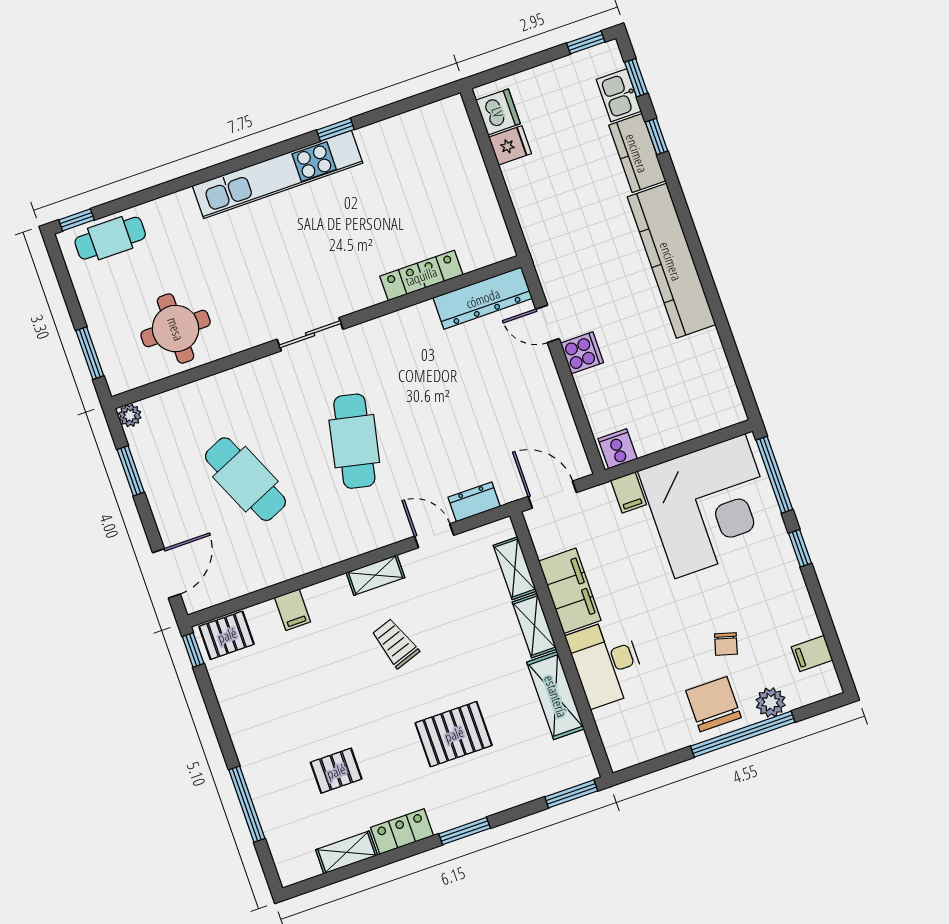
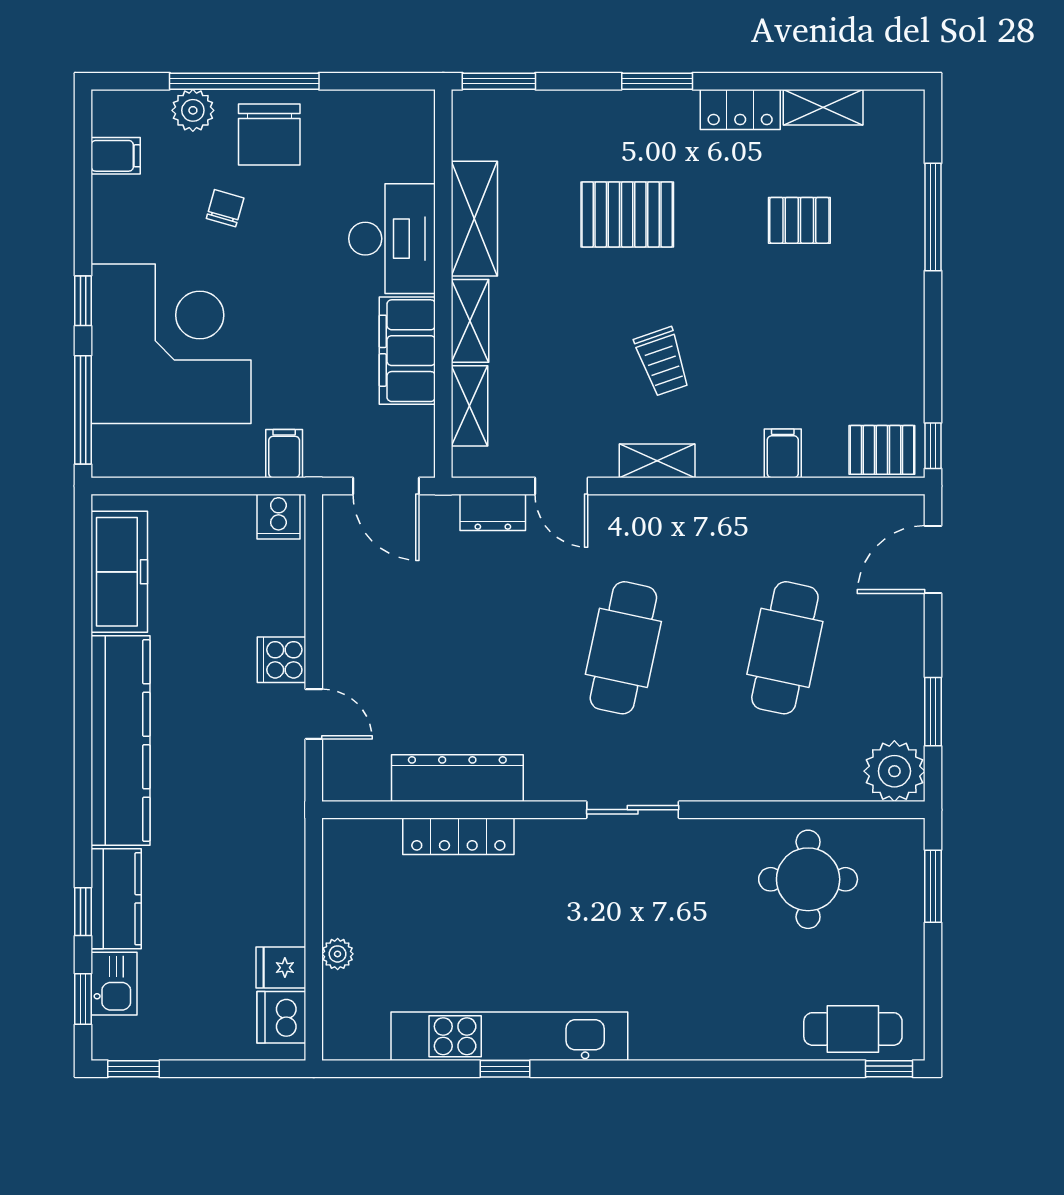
plant: (475, 168) -> (338, 954), added
kitchen unit: (277, 174) -> (509, 1036), moved
dresser: (483, 298) -> (457, 778), moved
freezer: (712, 374) -> (119, 572), added
plant: (130, 415) -> (894, 771), width x1.87, depth x1.87
cafe table: (245, 479) -> (785, 648), turned 36
corner desk: (710, 506) -> (171, 344), moved, turned 90

